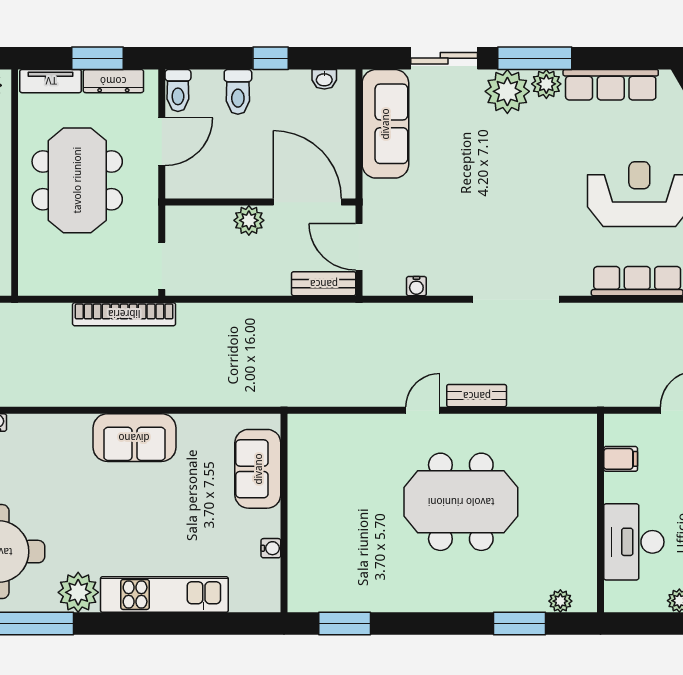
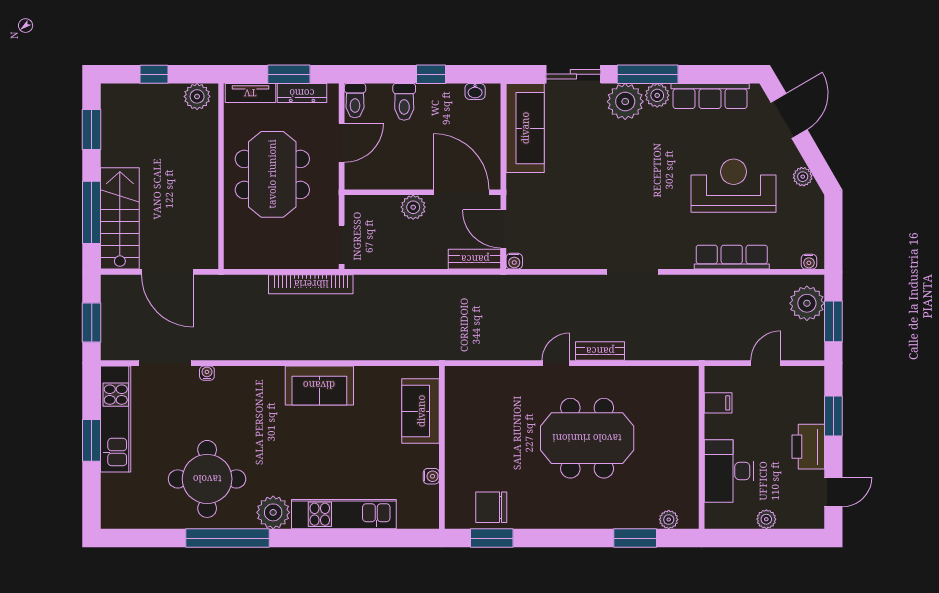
water cooler: (416, 286) -> (514, 261), moved
doorway: (516, 299) -> (632, 272), width x0.73
chair: (344, 586) -> (491, 507), added

